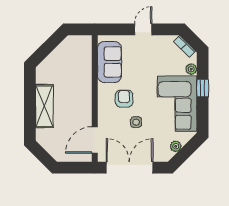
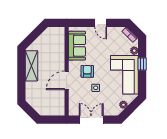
door: (143, 29) -> (101, 23), swing flipped
shelving: (44, 106) -> (31, 66), moved
door: (95, 140) -> (67, 80), moved
double door: (130, 168) -> (91, 120), width x0.73

